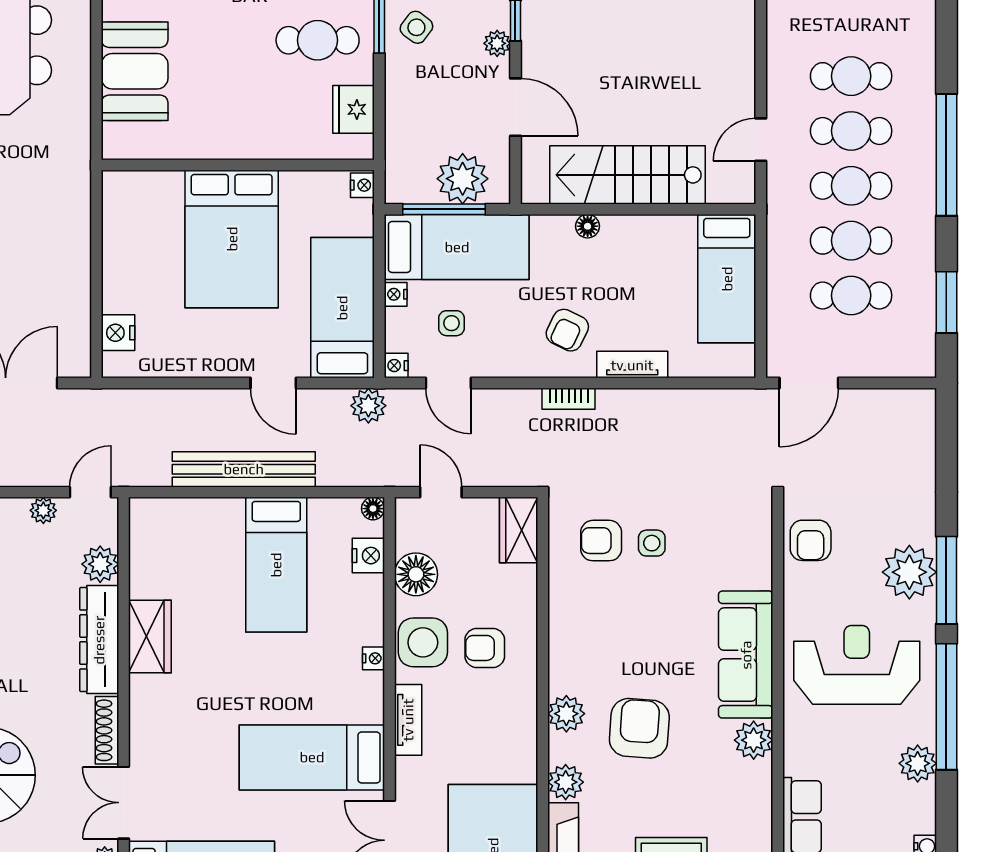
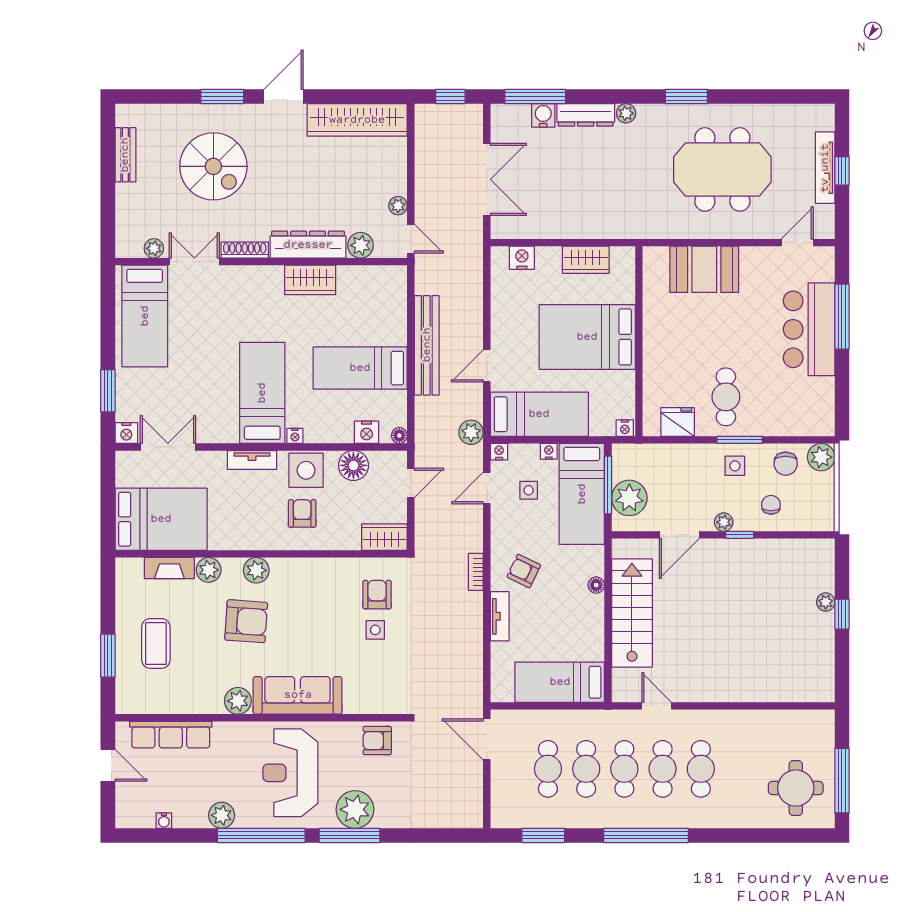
side table: (416, 27) -> (735, 466), turned -37
wardrobe: (121, 241) -> (586, 260), added
reception desk: (857, 665) -> (290, 773), turned 180
bed: (312, 757) -> (262, 393), moved

